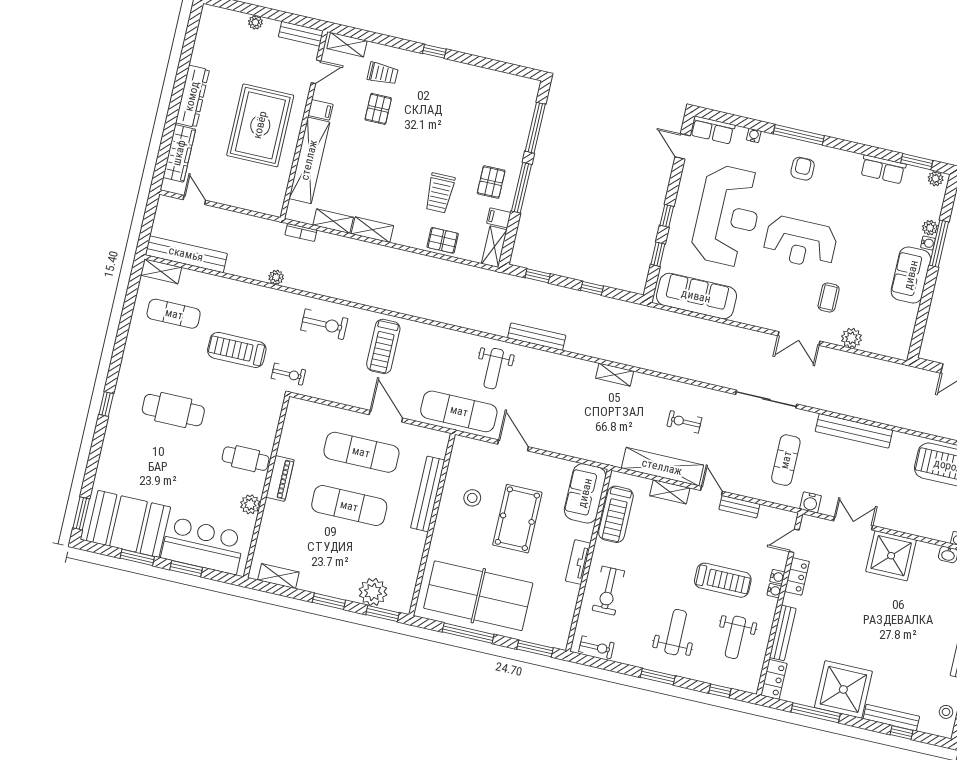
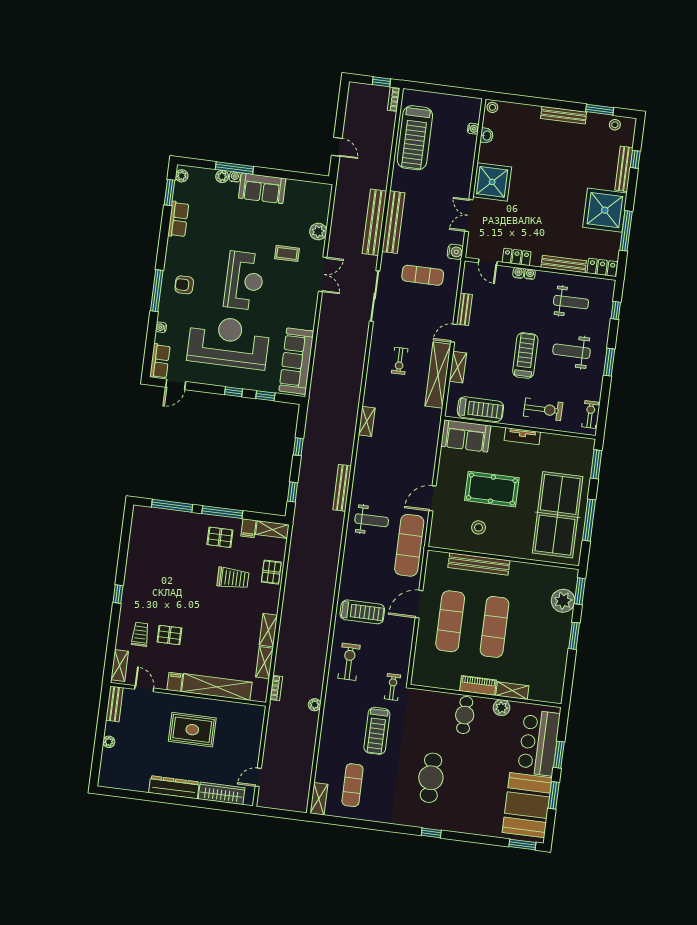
rug: (260, 125) -> (192, 730), width x0.73, depth x0.69
bench: (186, 254) -> (374, 222), moved
shelving: (278, 576) -> (512, 691), moved, turned 90
treadmill: (723, 580) -> (525, 355), moved

